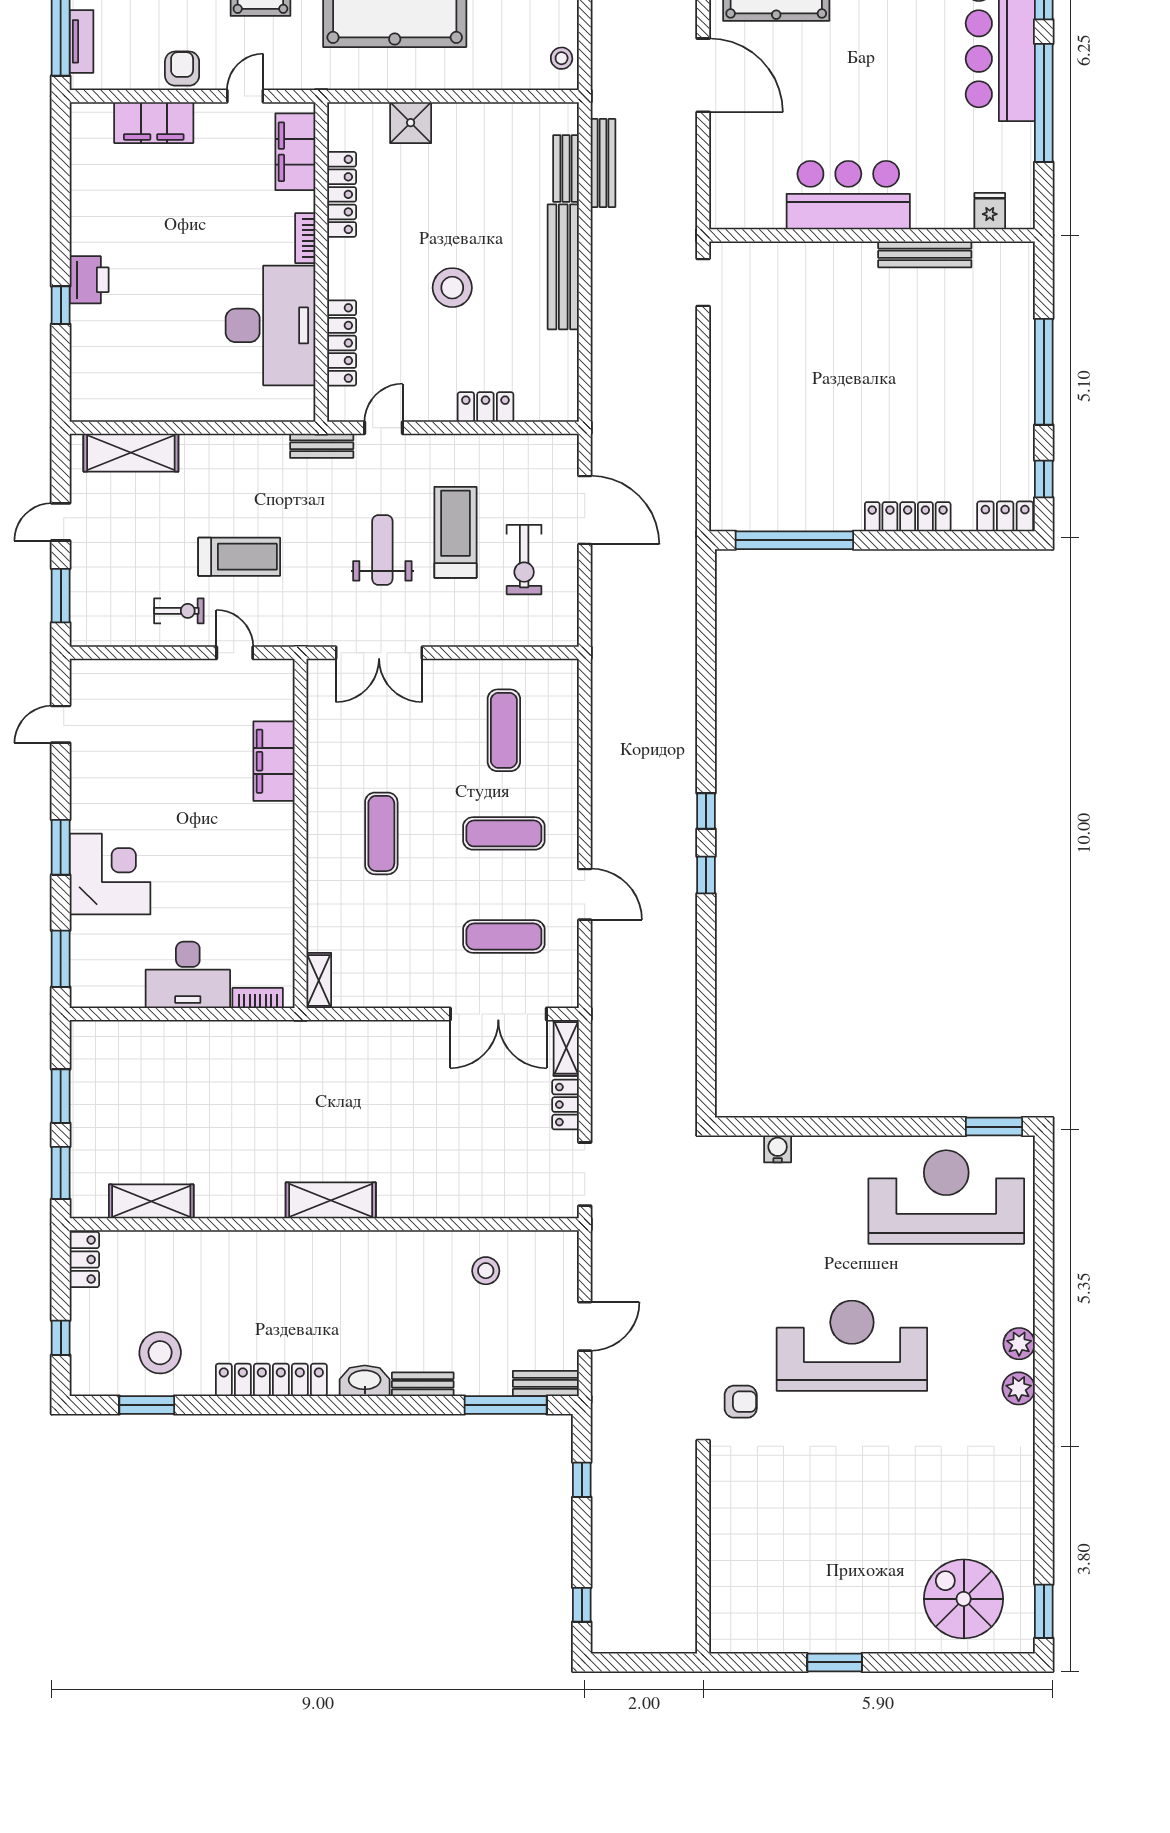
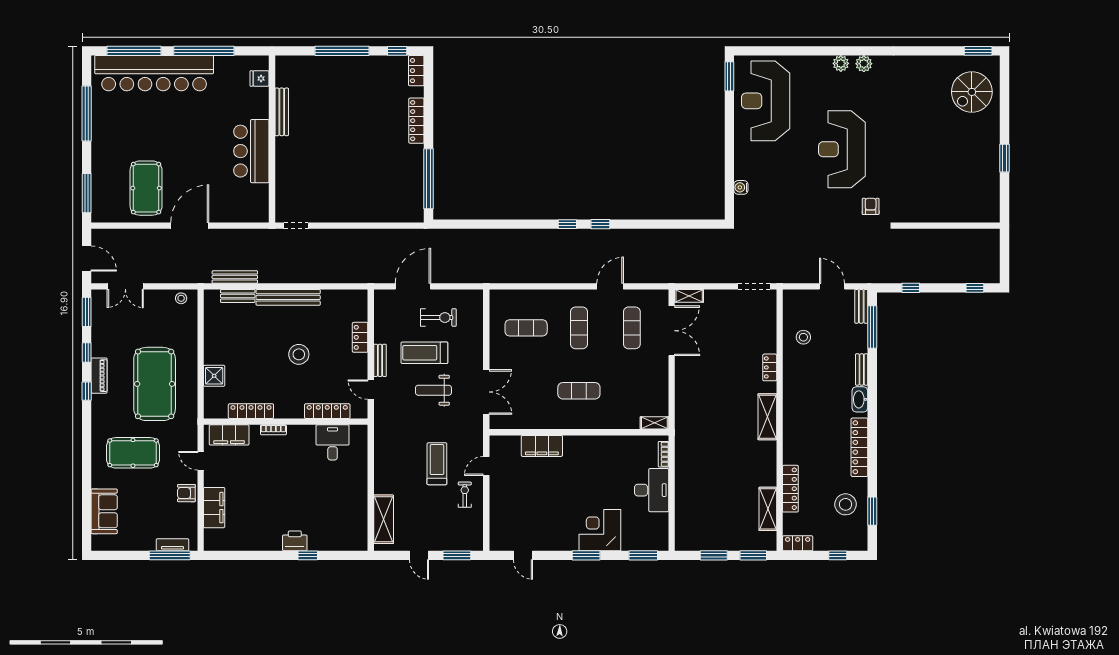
desk: (270, 325) -> (333, 442), width x0.53, depth x0.77
bench: (322, 446) -> (380, 360), moved
locker: (566, 1105) -> (770, 367), moved, turned 90
locker: (190, 1245) -> (790, 489), added

